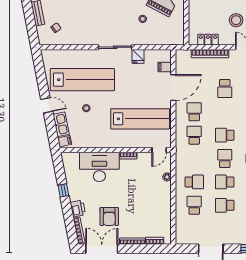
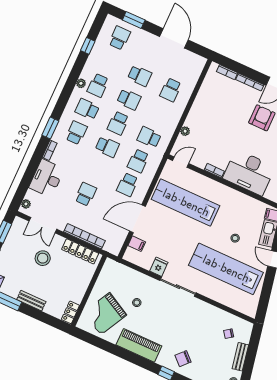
locker: (208, 40) -> (80, 251), width x1.53
school desk: (194, 182) -> (149, 137), moved

